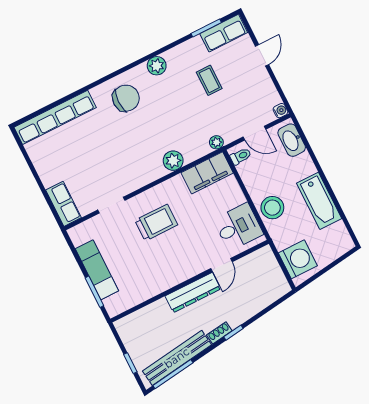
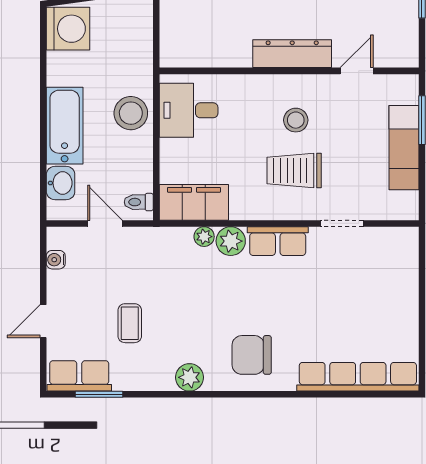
water cooler: (280, 111) -> (56, 260), moved
washbasin: (292, 140) -> (61, 183), width x0.72
plant: (216, 142) -> (204, 237), moved
bathtub: (319, 201) -> (65, 126), moved
row of seats: (64, 204) -> (278, 241), moved, turned -90
stool: (171, 253) -> (296, 120), added
washing machine: (298, 259) -> (68, 29), moved, turned 180
door: (222, 265) -> (357, 71), moved

